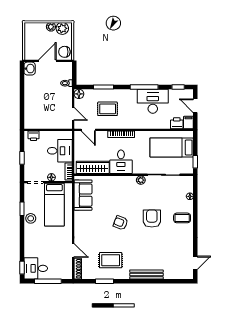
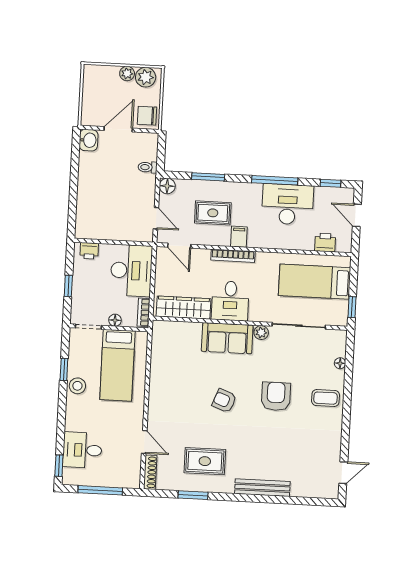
filing cabinet: (188, 123) -> (239, 237), moved
desk: (60, 151) -> (131, 271), width x1.37
sofa: (83, 195) -> (227, 338), moved, turned 90
desk: (36, 268) -> (82, 450), moved

